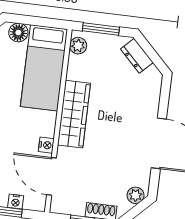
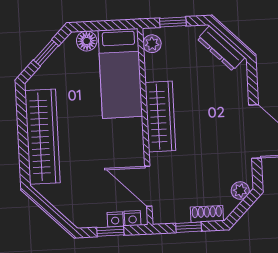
window: (101, 29) -> (173, 22), width x0.67
dresser: (137, 56) -> (221, 48), width x1.44
nightstand: (46, 145) -> (133, 218), moved, turned 90

